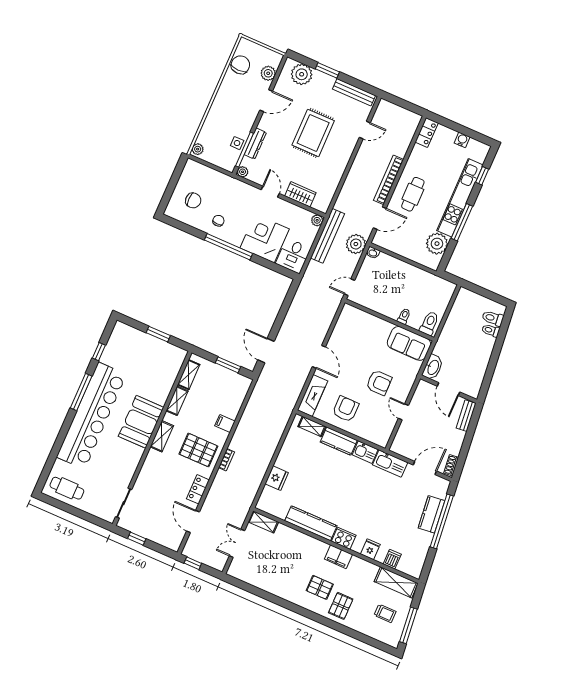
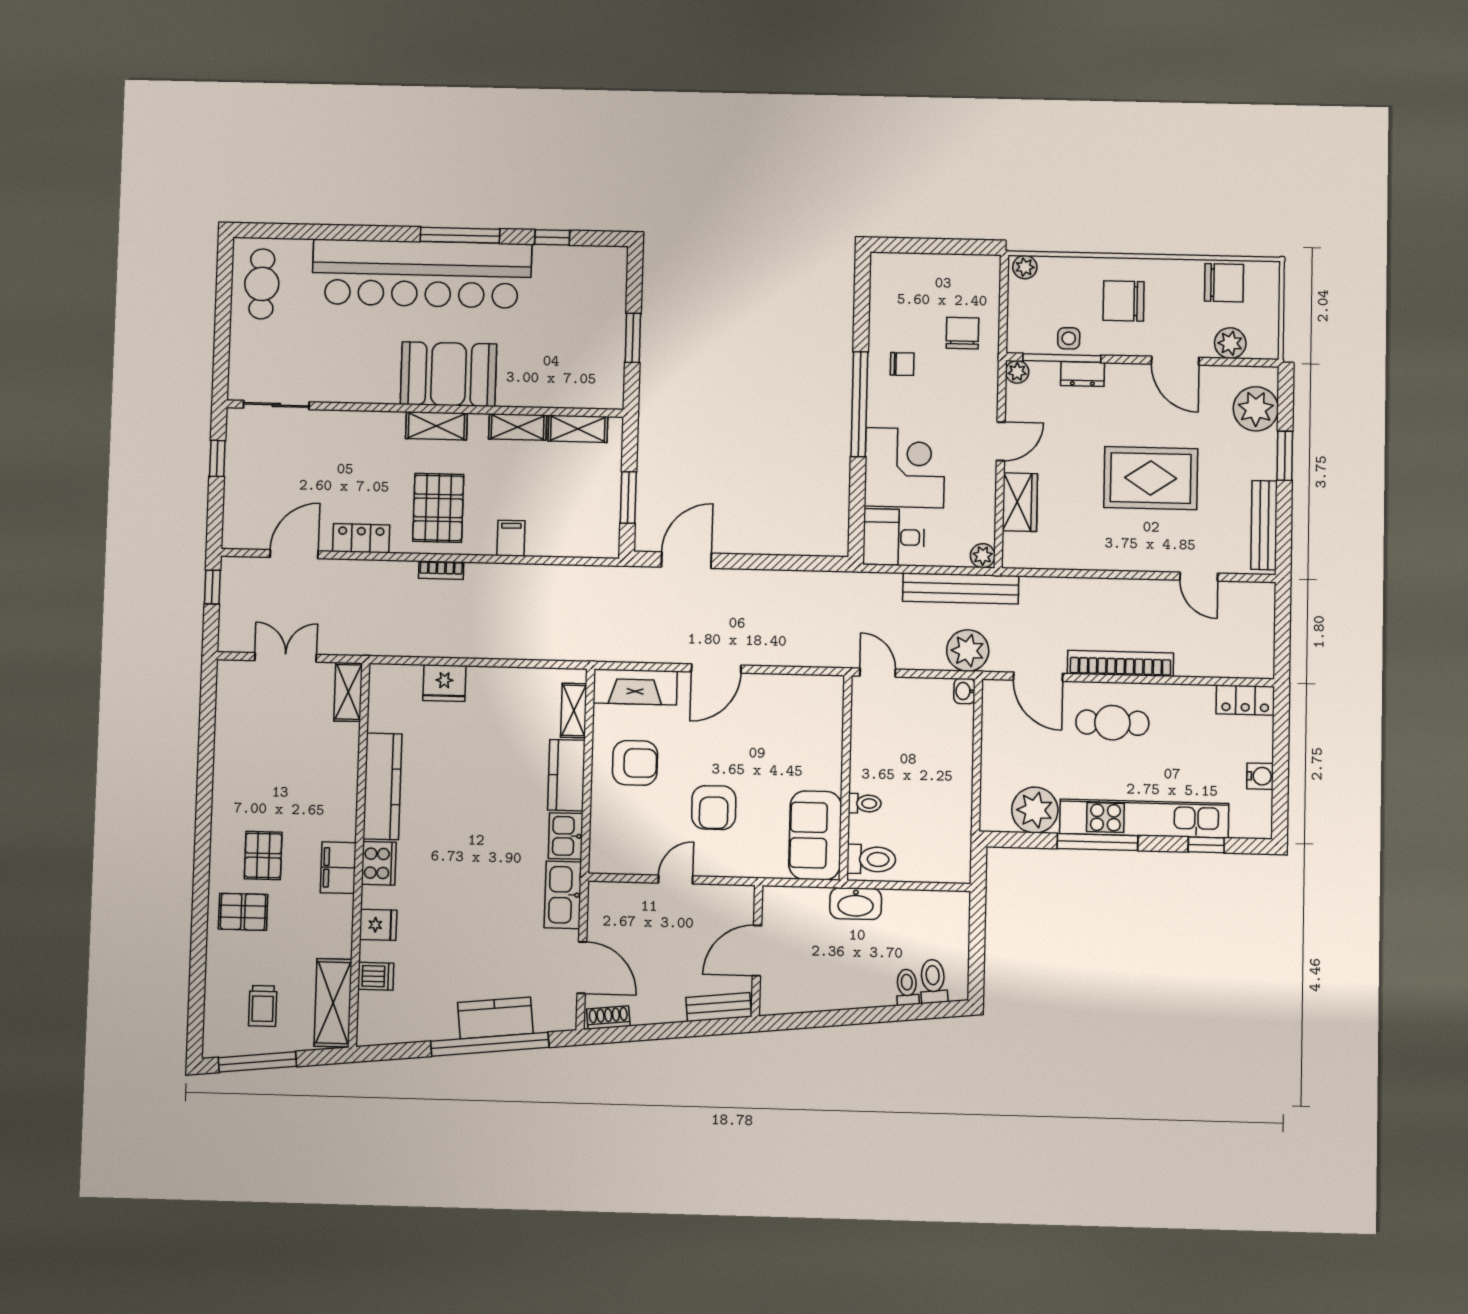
chair: (230, 112) -> (1124, 301), added
dresser: (255, 144) -> (1082, 374), width x0.70
chair: (193, 200) -> (962, 333), moved, turned 180
washbasin: (433, 367) -> (856, 904), moved

